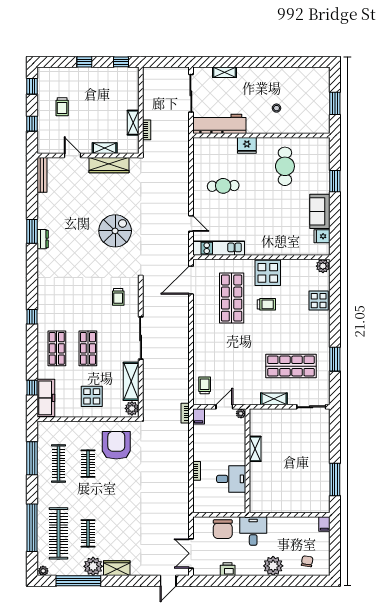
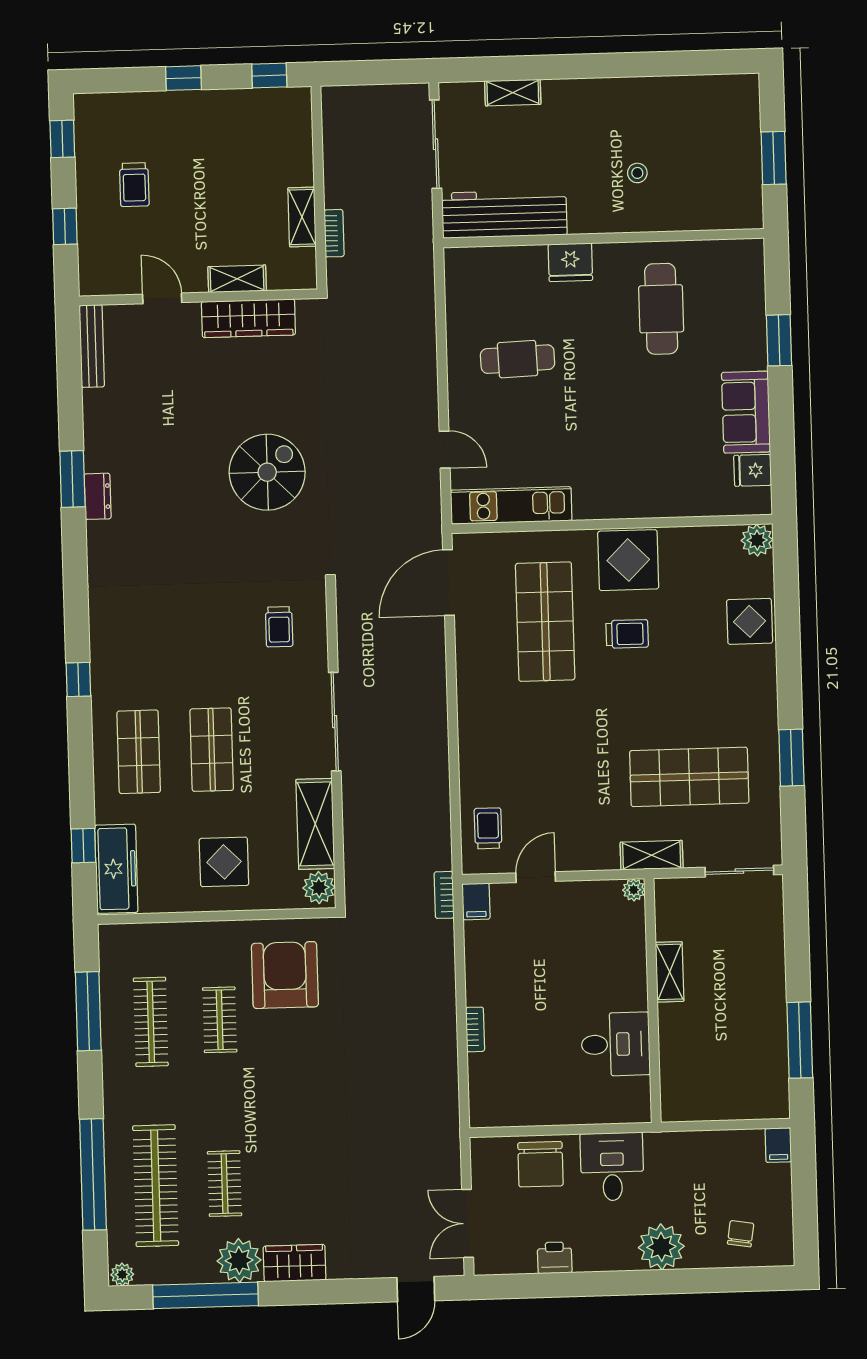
plant: (241, 413) -> (634, 890), moved
shelving: (255, 449) -> (670, 972), moved
wall: (247, 461) -> (653, 1000), moved
desk: (231, 479) -> (616, 1044), moved

